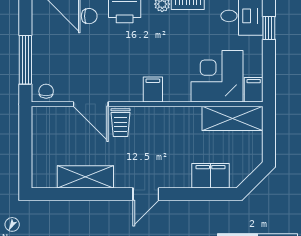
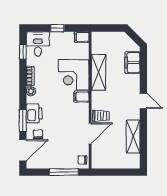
window: (269, 28) -> (57, 28), moved
corner desk: (217, 76) -> (74, 75), moved
shelving: (233, 118) -> (99, 72), moved

